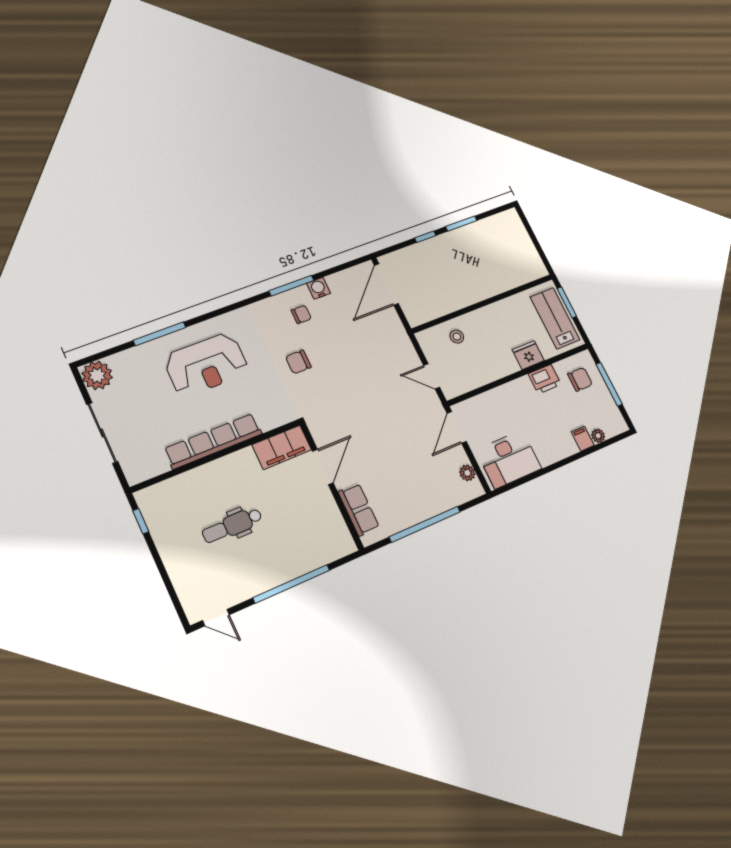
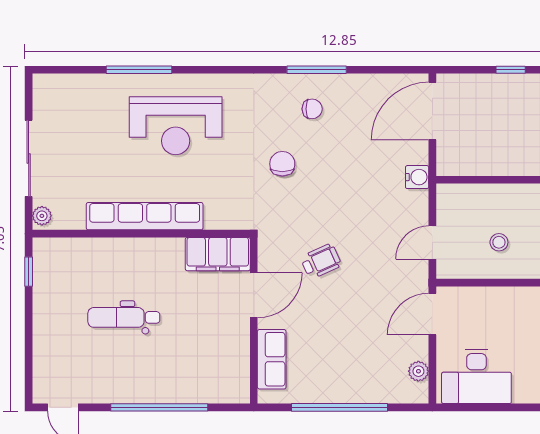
water cooler: (319, 288) -> (417, 177), moved, turned 90
stool: (457, 337) -> (499, 242), moved
chair: (298, 362) -> (282, 164), turned 90
plant: (97, 375) -> (42, 216), moved, width x0.53, depth x0.53
door: (432, 376) -> (432, 243), hinge flipped
wheelchair: (360, 422) -> (321, 261), added

